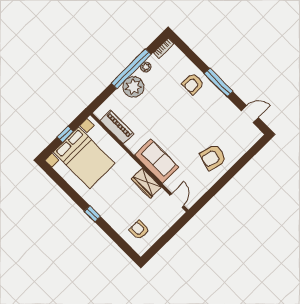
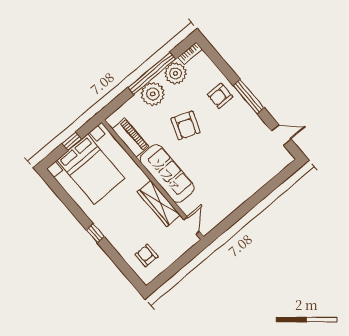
plant: (146, 67) -> (176, 73), width x1.87, depth x1.87
armchair: (213, 157) -> (186, 125), moved, turned -84
sofa: (157, 161) -> (167, 174), width x1.36
wardrobe: (146, 183) -> (159, 203), width x1.50

